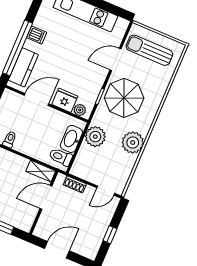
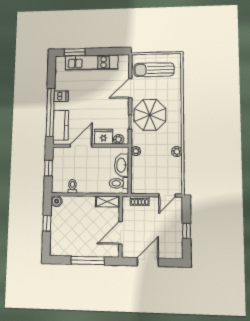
plant: (95, 137) -> (136, 151), width x0.53, depth x0.53
plant: (133, 142) -> (177, 152), width x0.53, depth x0.53
door: (46, 197) -> (120, 233), moved

